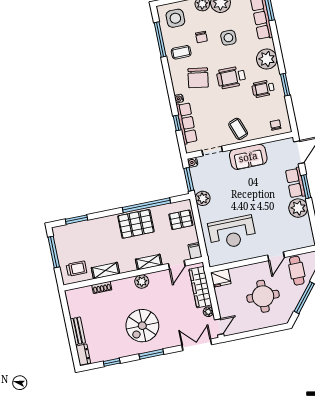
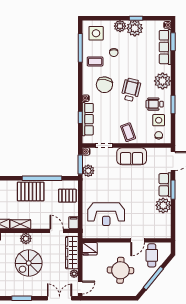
side table: (228, 38) -> (159, 120), moved
wheelchair: (231, 77) -> (131, 90), turned 103
plant: (203, 198) -> (88, 171), moved
shelving: (149, 262) -> (20, 224), moved
door: (177, 265) -> (57, 231), swing flipped
spiral stairs: (142, 326) -> (29, 263), moved

